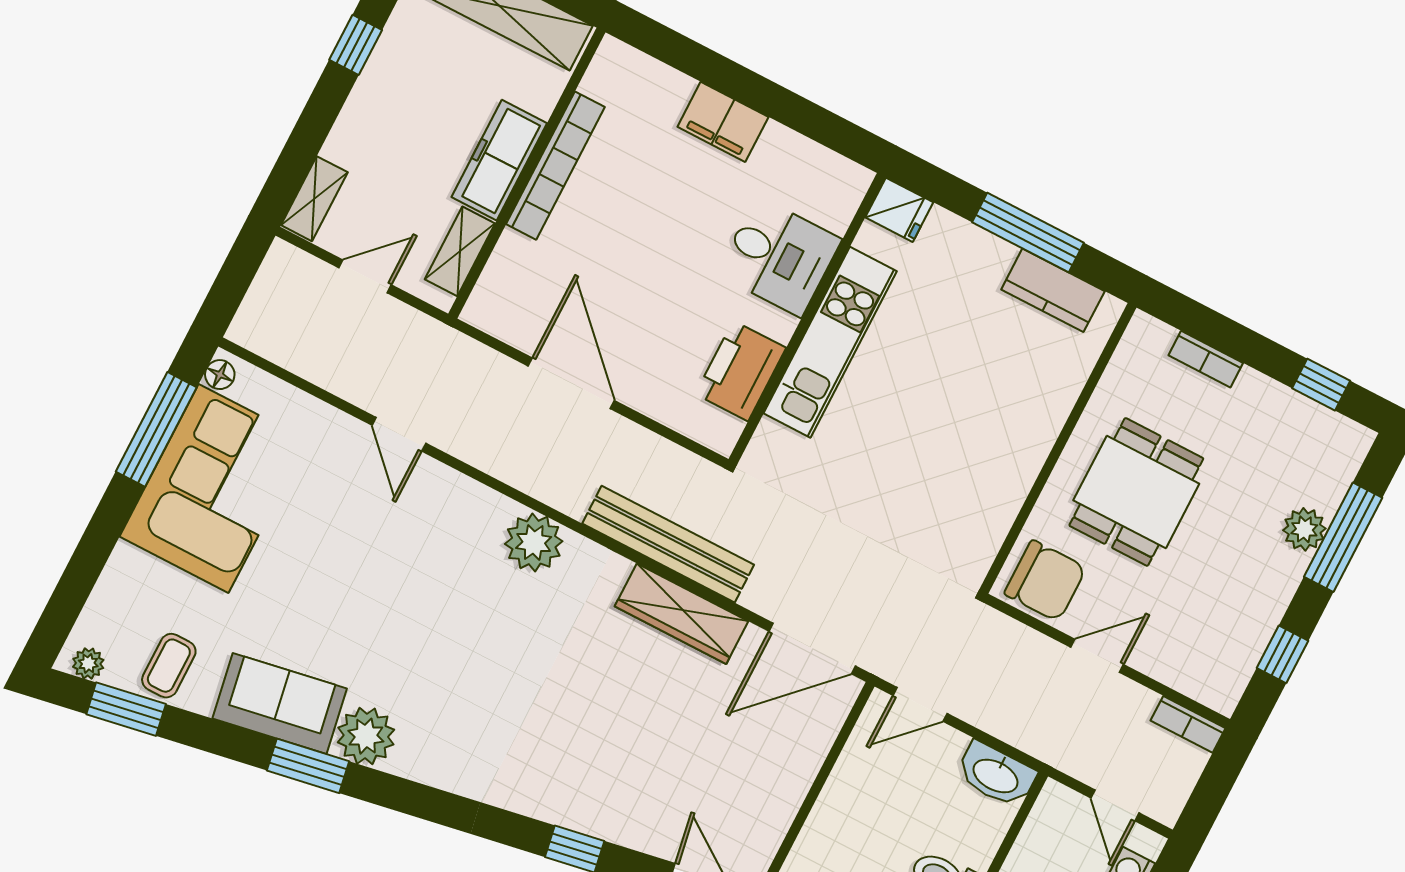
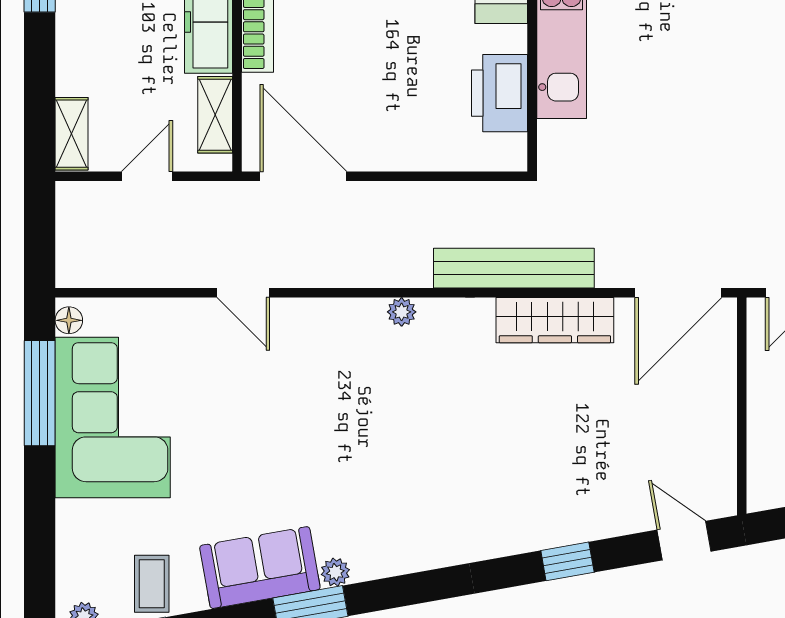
door: (571, 383) -> (303, 176), moved
plant: (534, 542) -> (402, 312), width x0.53, depth x0.53
plant: (366, 736) -> (335, 572), width x0.53, depth x0.53

